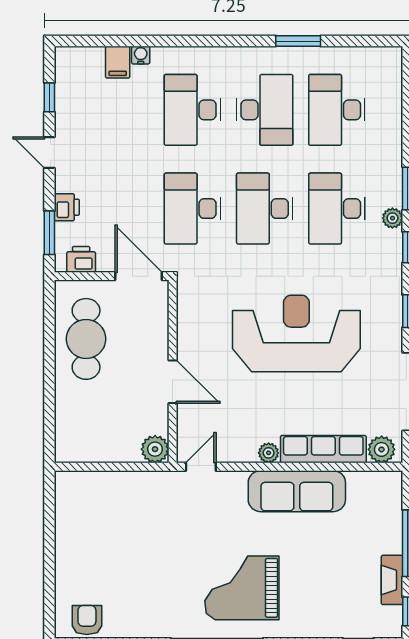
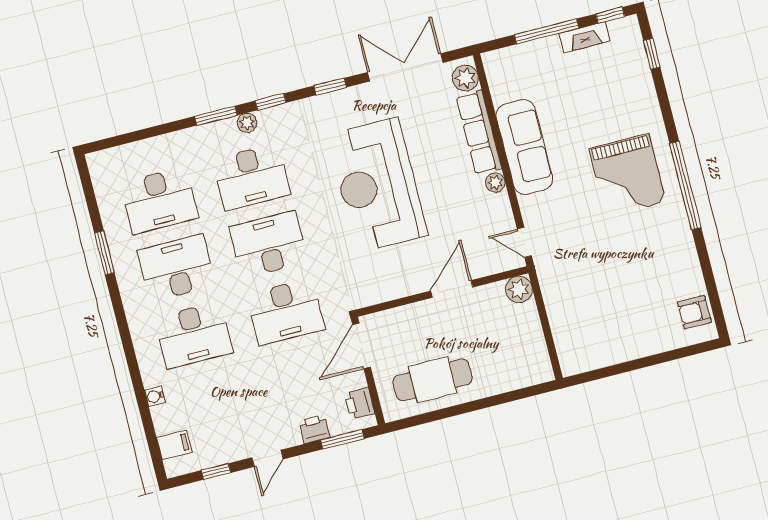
filing cabinet: (118, 62) -> (174, 445), moved
desk: (265, 209) -> (269, 244), turned 180

